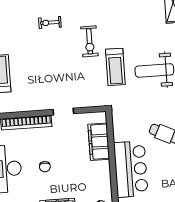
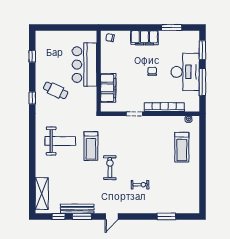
treadmill: (115, 67) -> (91, 146), turned 180

